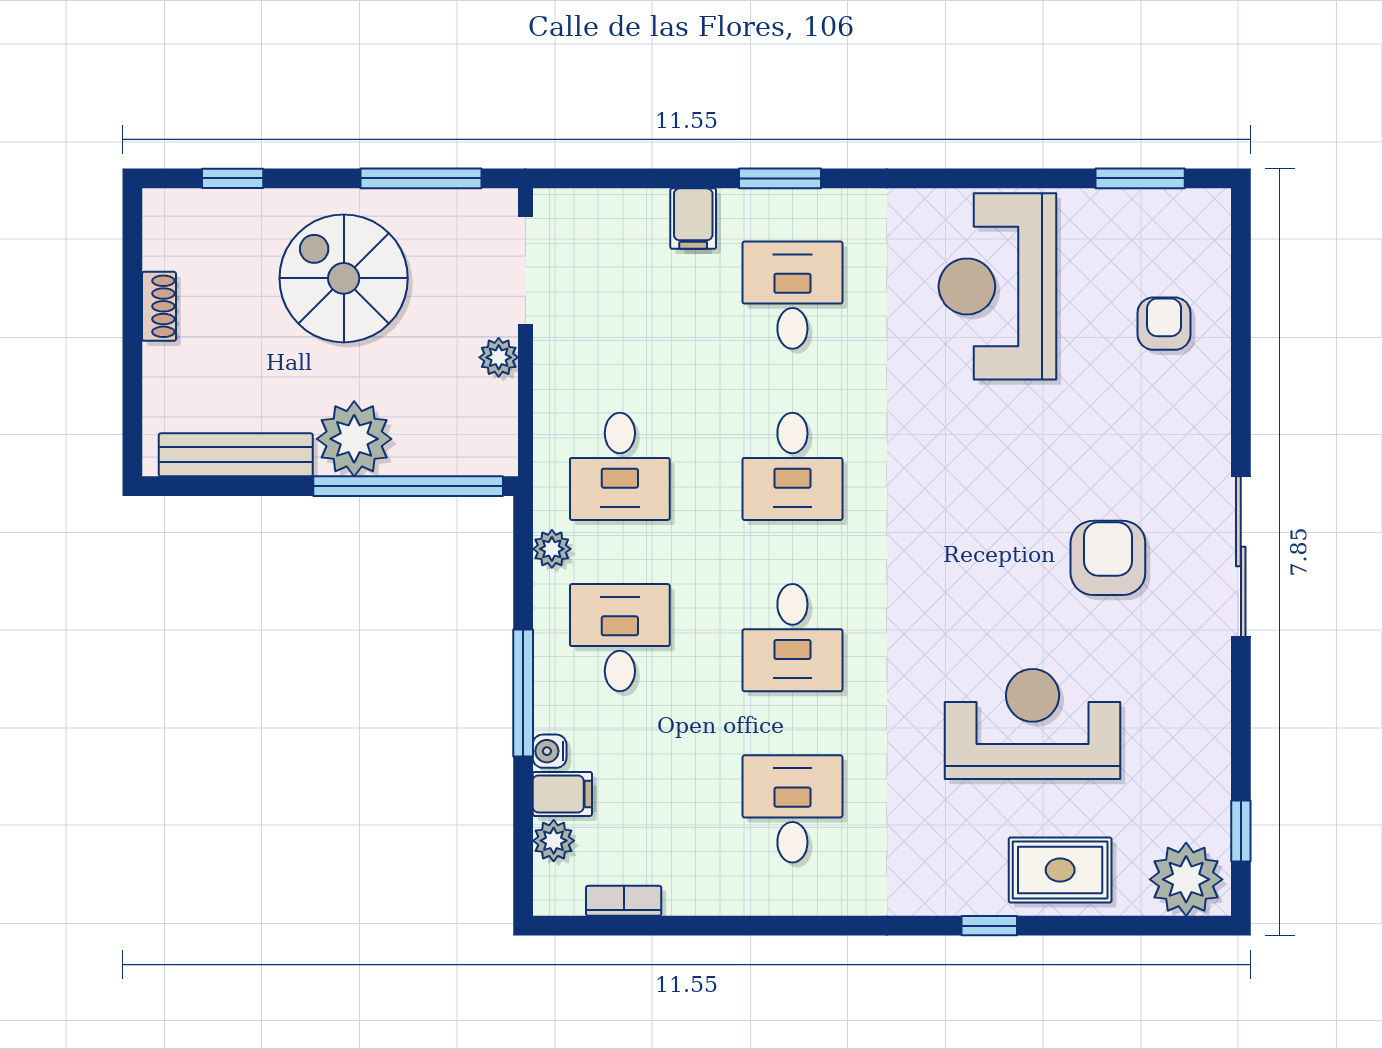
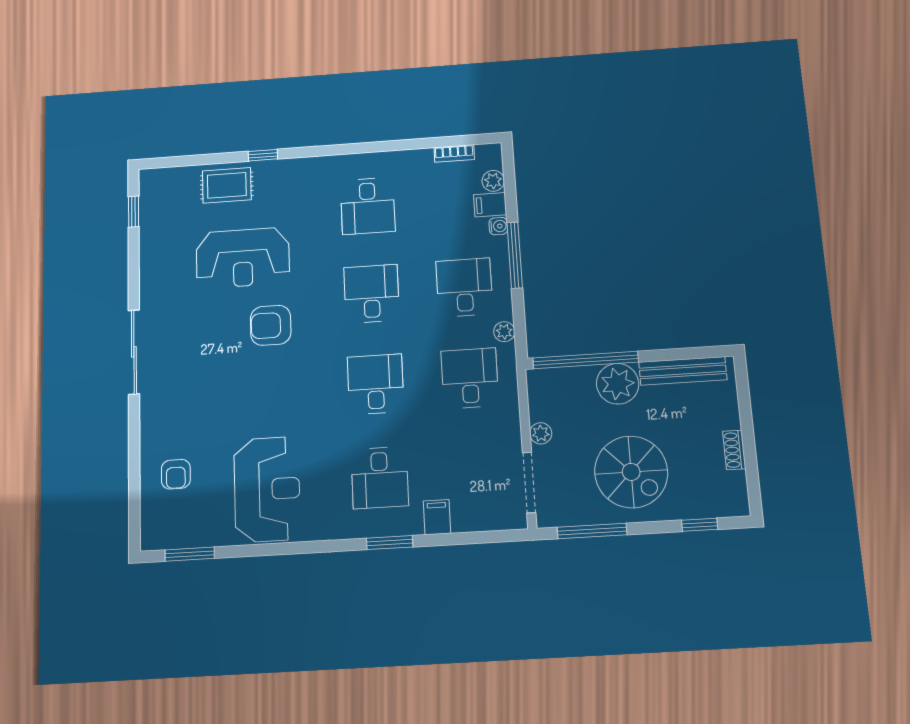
armchair: (1108, 558) -> (271, 325), moved, turned 90
desk: (620, 638) -> (464, 287), turned 180
plant: (1186, 879) -> (162, 186), removed

